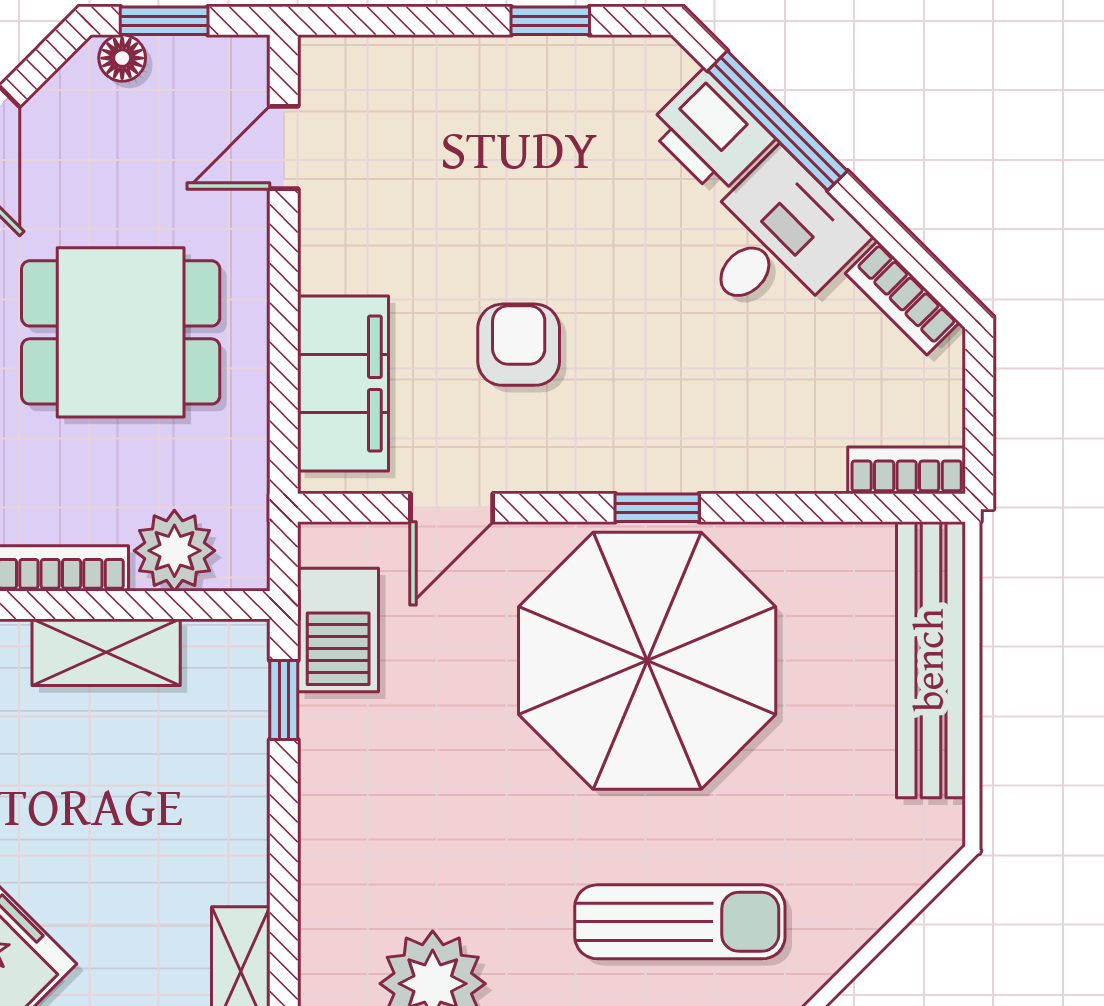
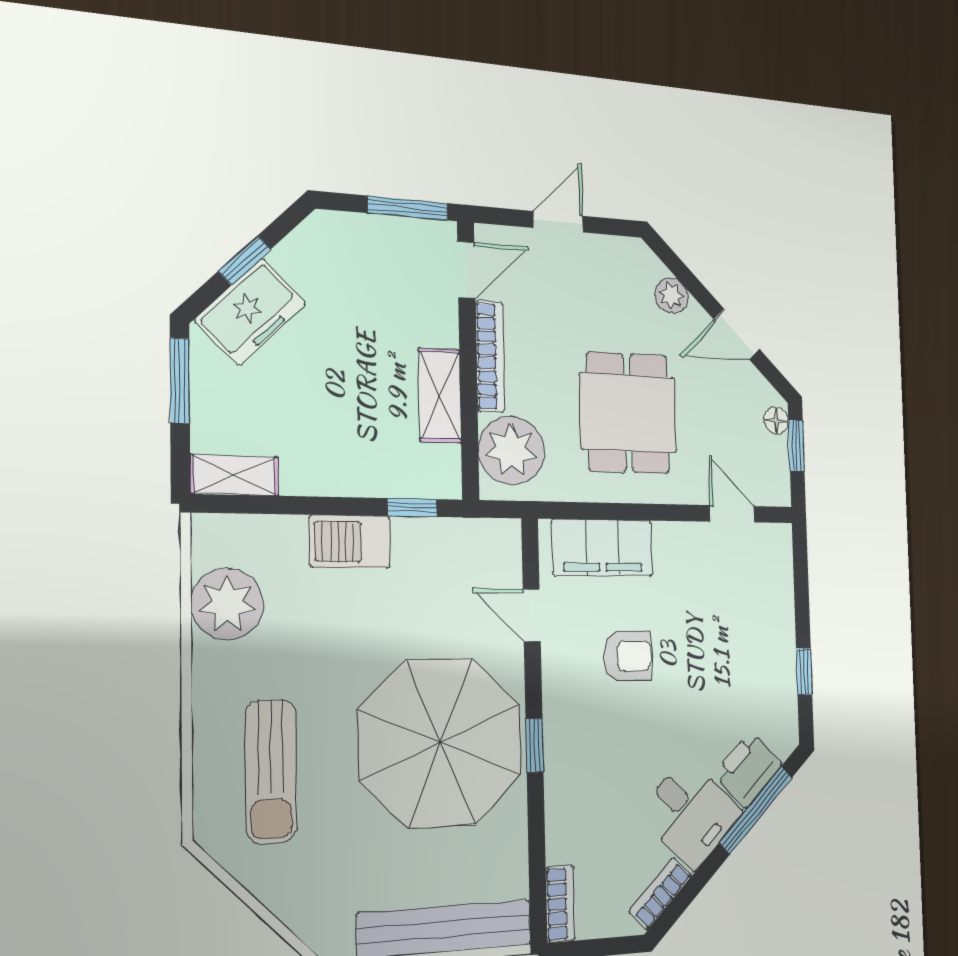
plant: (174, 551) -> (511, 450), width x1.36, depth x1.36
barbecue: (338, 630) -> (350, 542), moved

